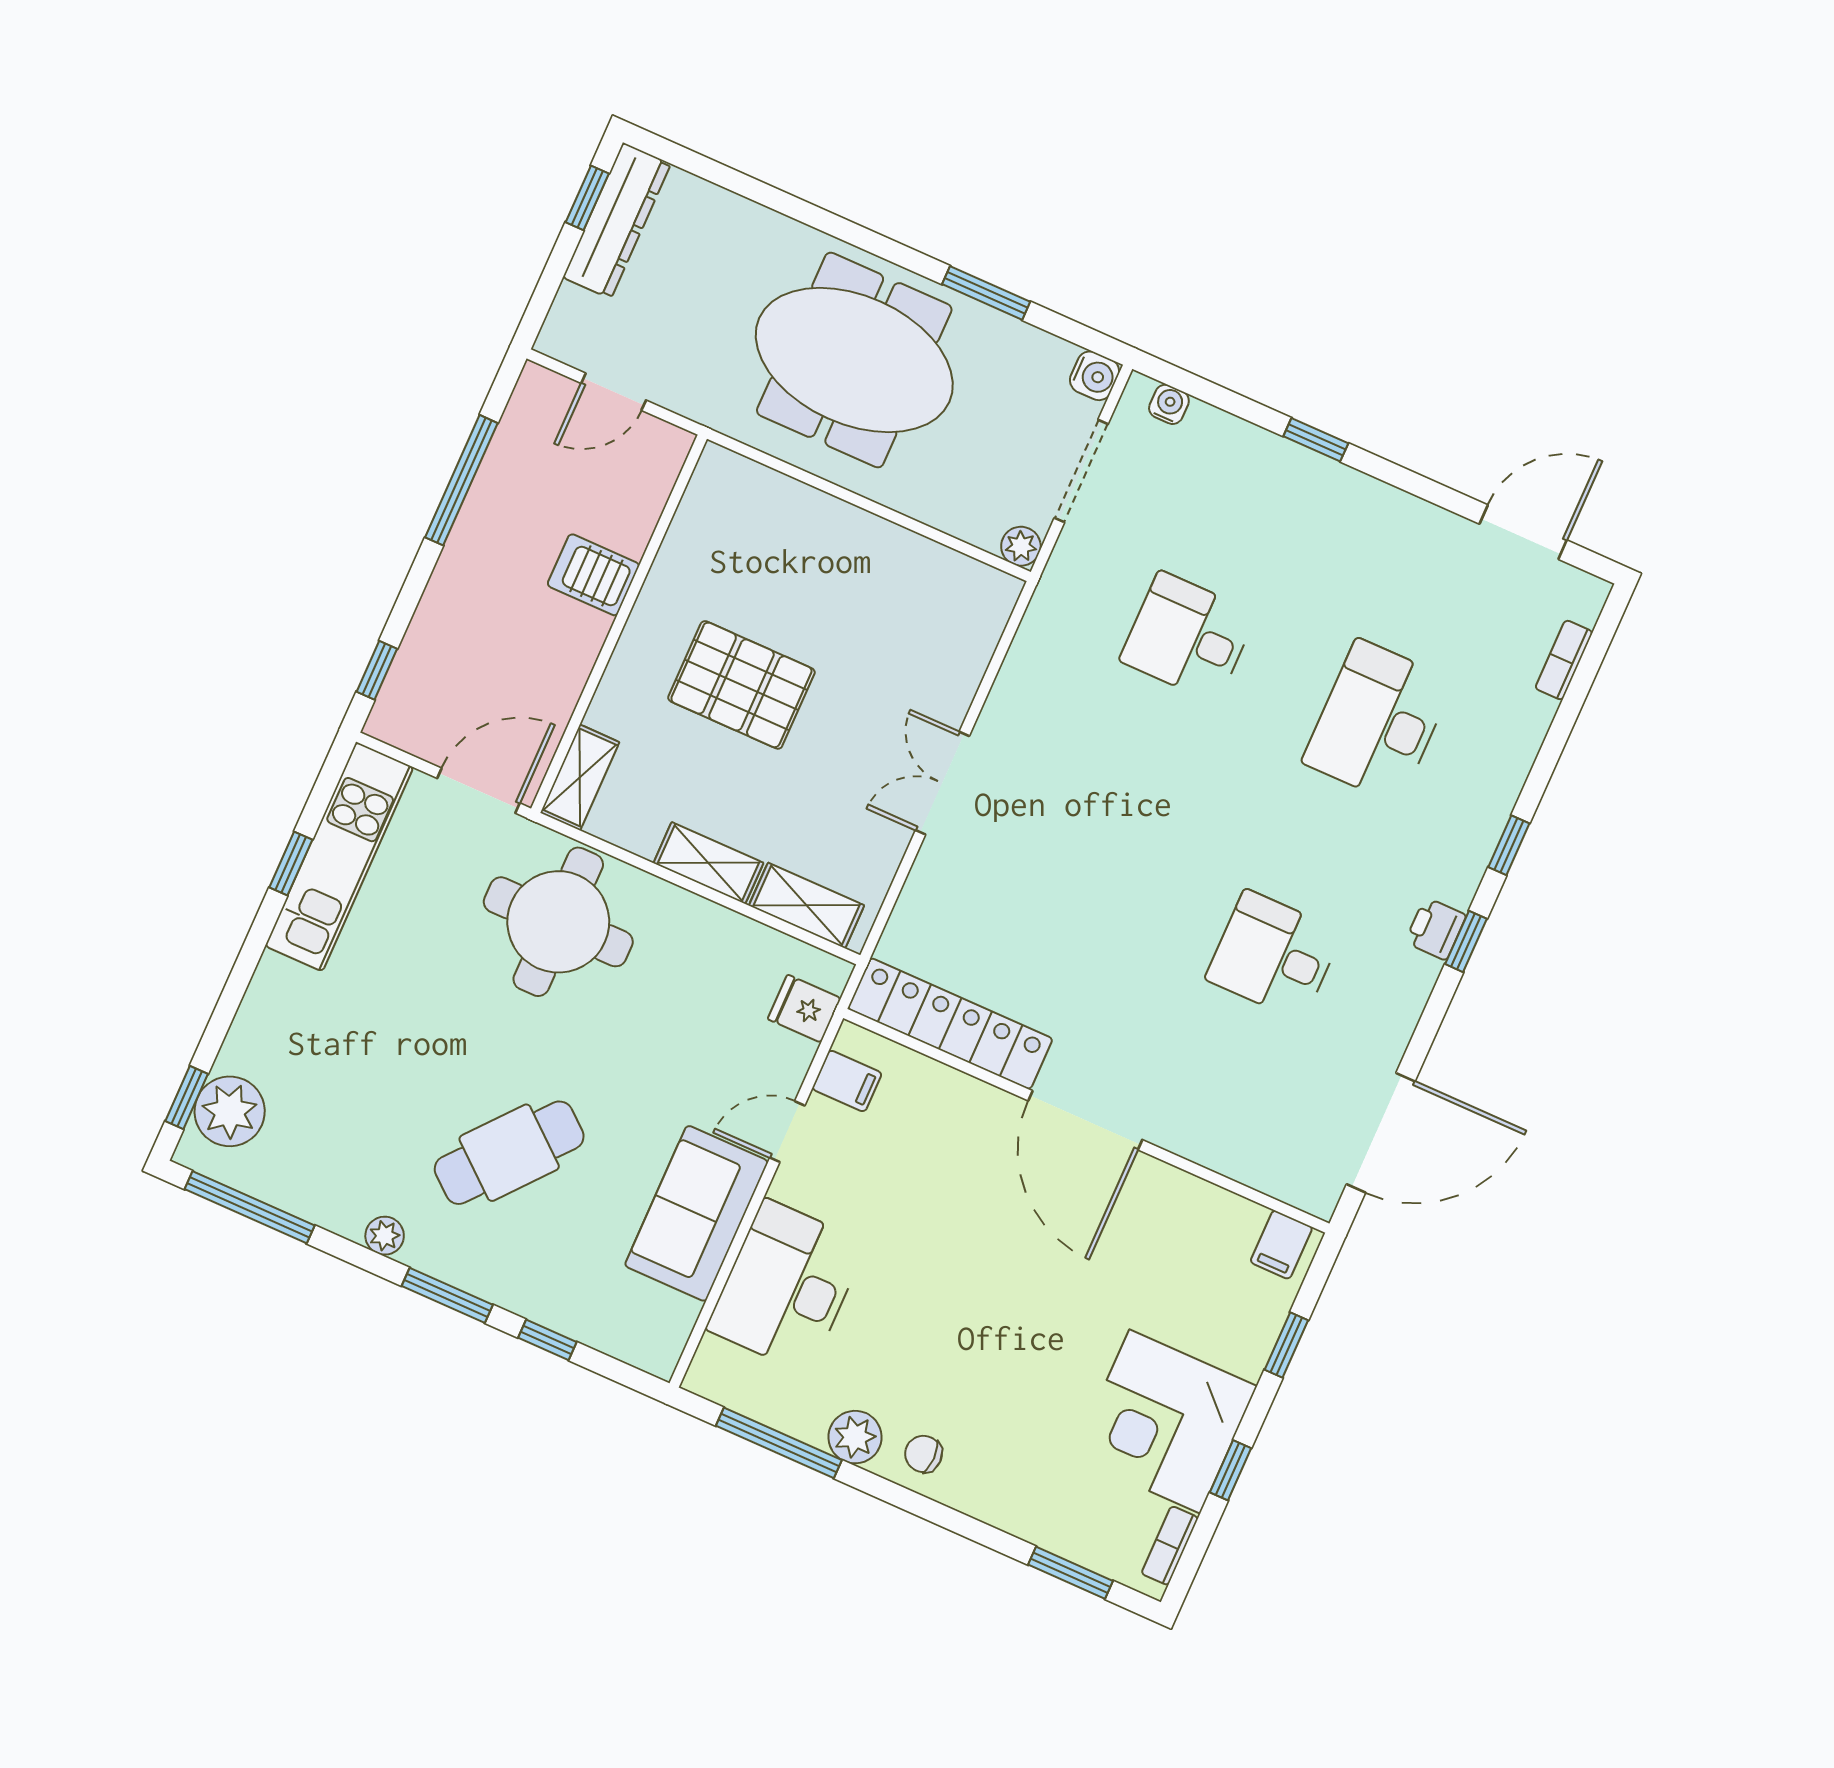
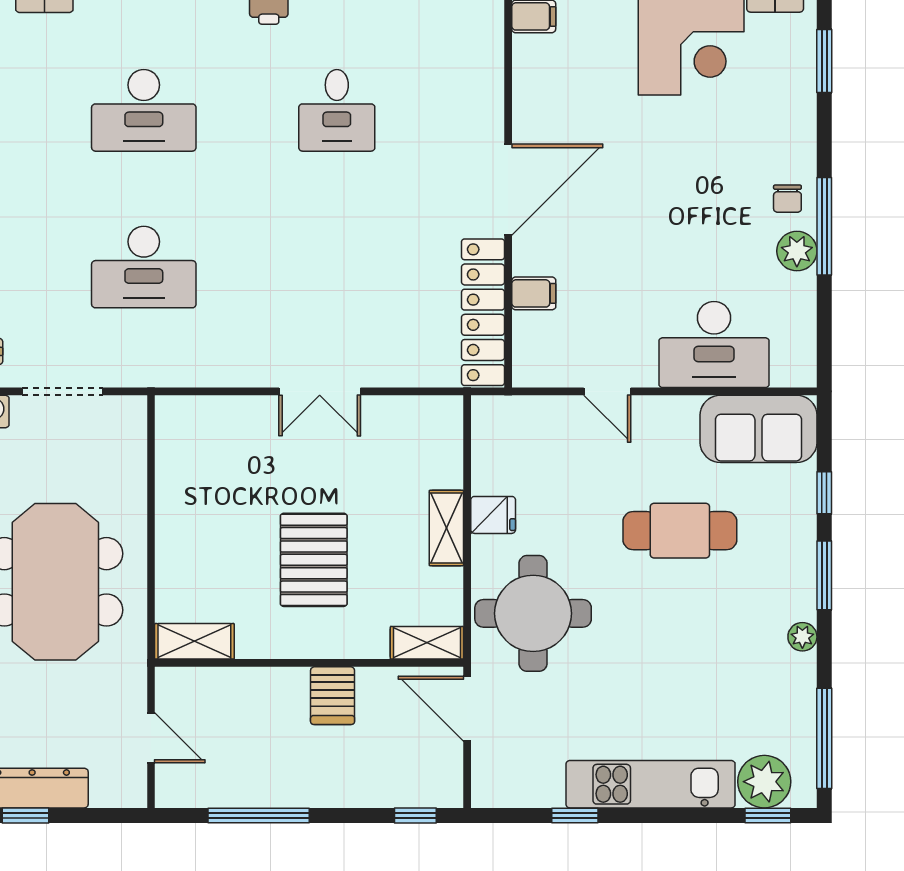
plant: (1021, 546) -> (133, 410), removed
server rack: (593, 575) -> (333, 696), moved
desk: (1188, 637) -> (144, 267), width x1.37
kitchen unit: (339, 857) -> (651, 784), moved
shelving: (807, 905) -> (194, 641), moved, turned 90
fridge: (804, 1009) -> (493, 515), moved, turned -90
filing cabinet: (847, 1081) -> (534, 293), moved, turned 90
cafe table: (509, 1153) -> (680, 531), moved, turned -40
sofa: (696, 1213) -> (759, 429), moved
window: (779, 1443) -> (824, 226), moved

